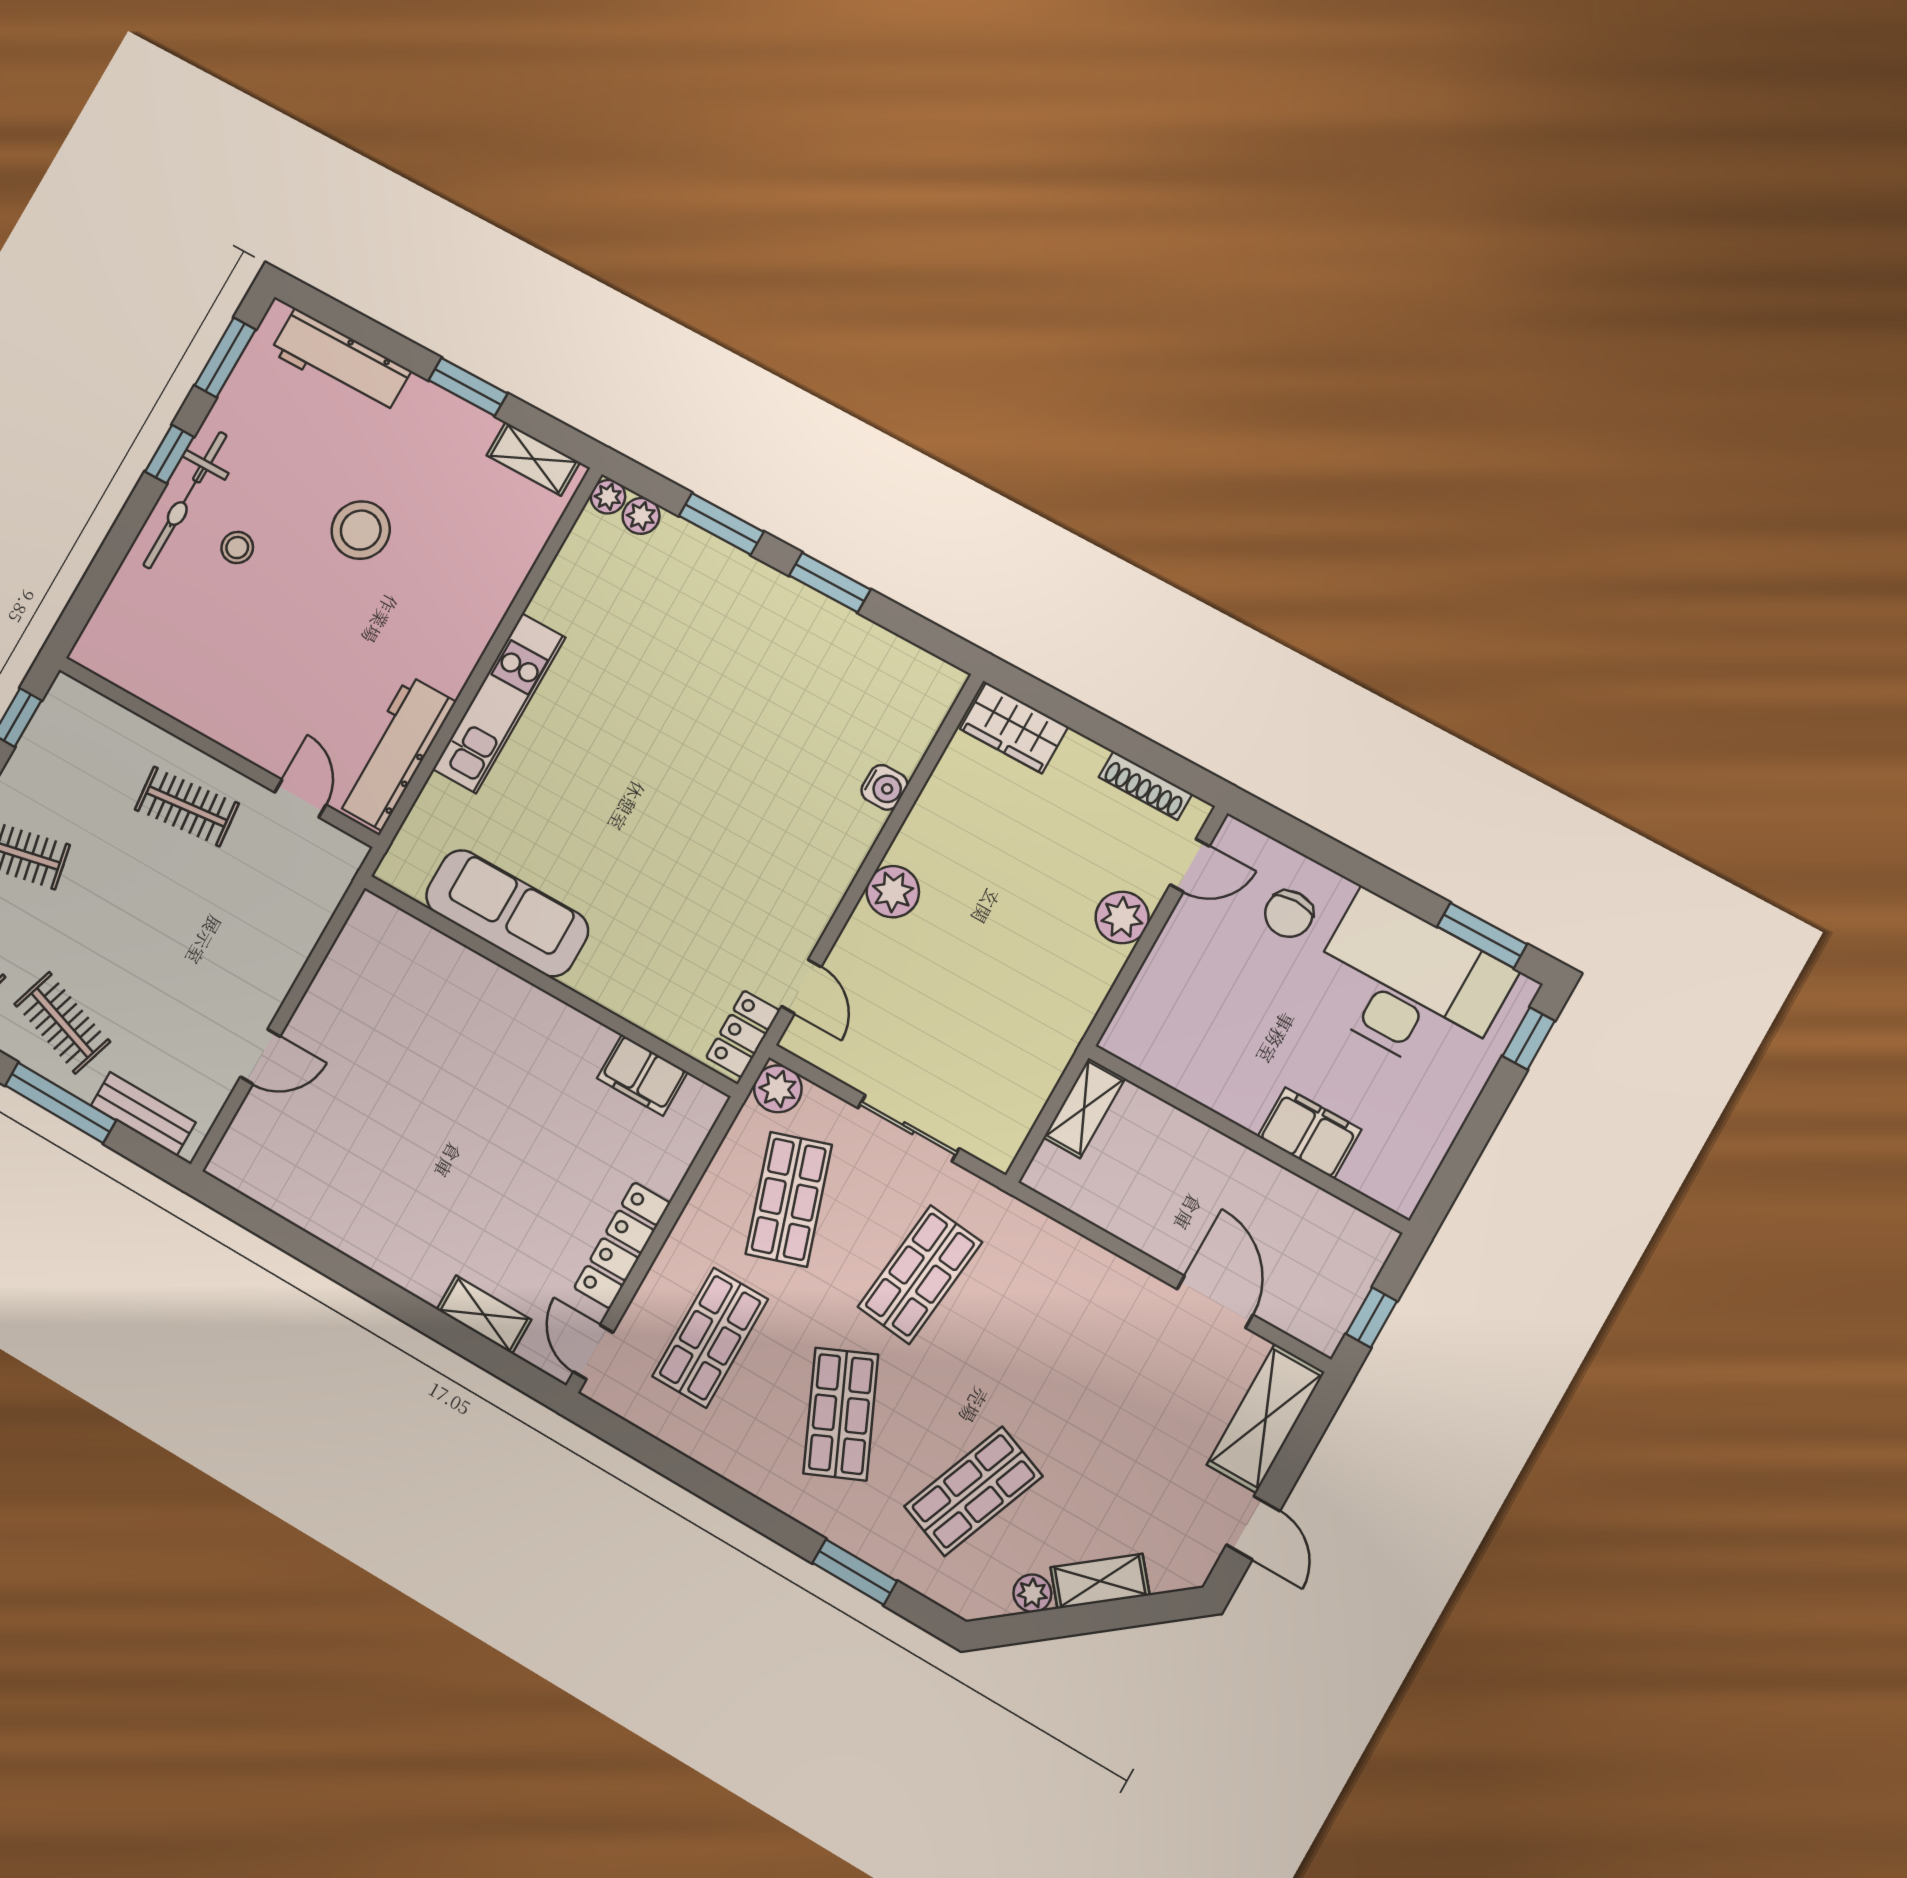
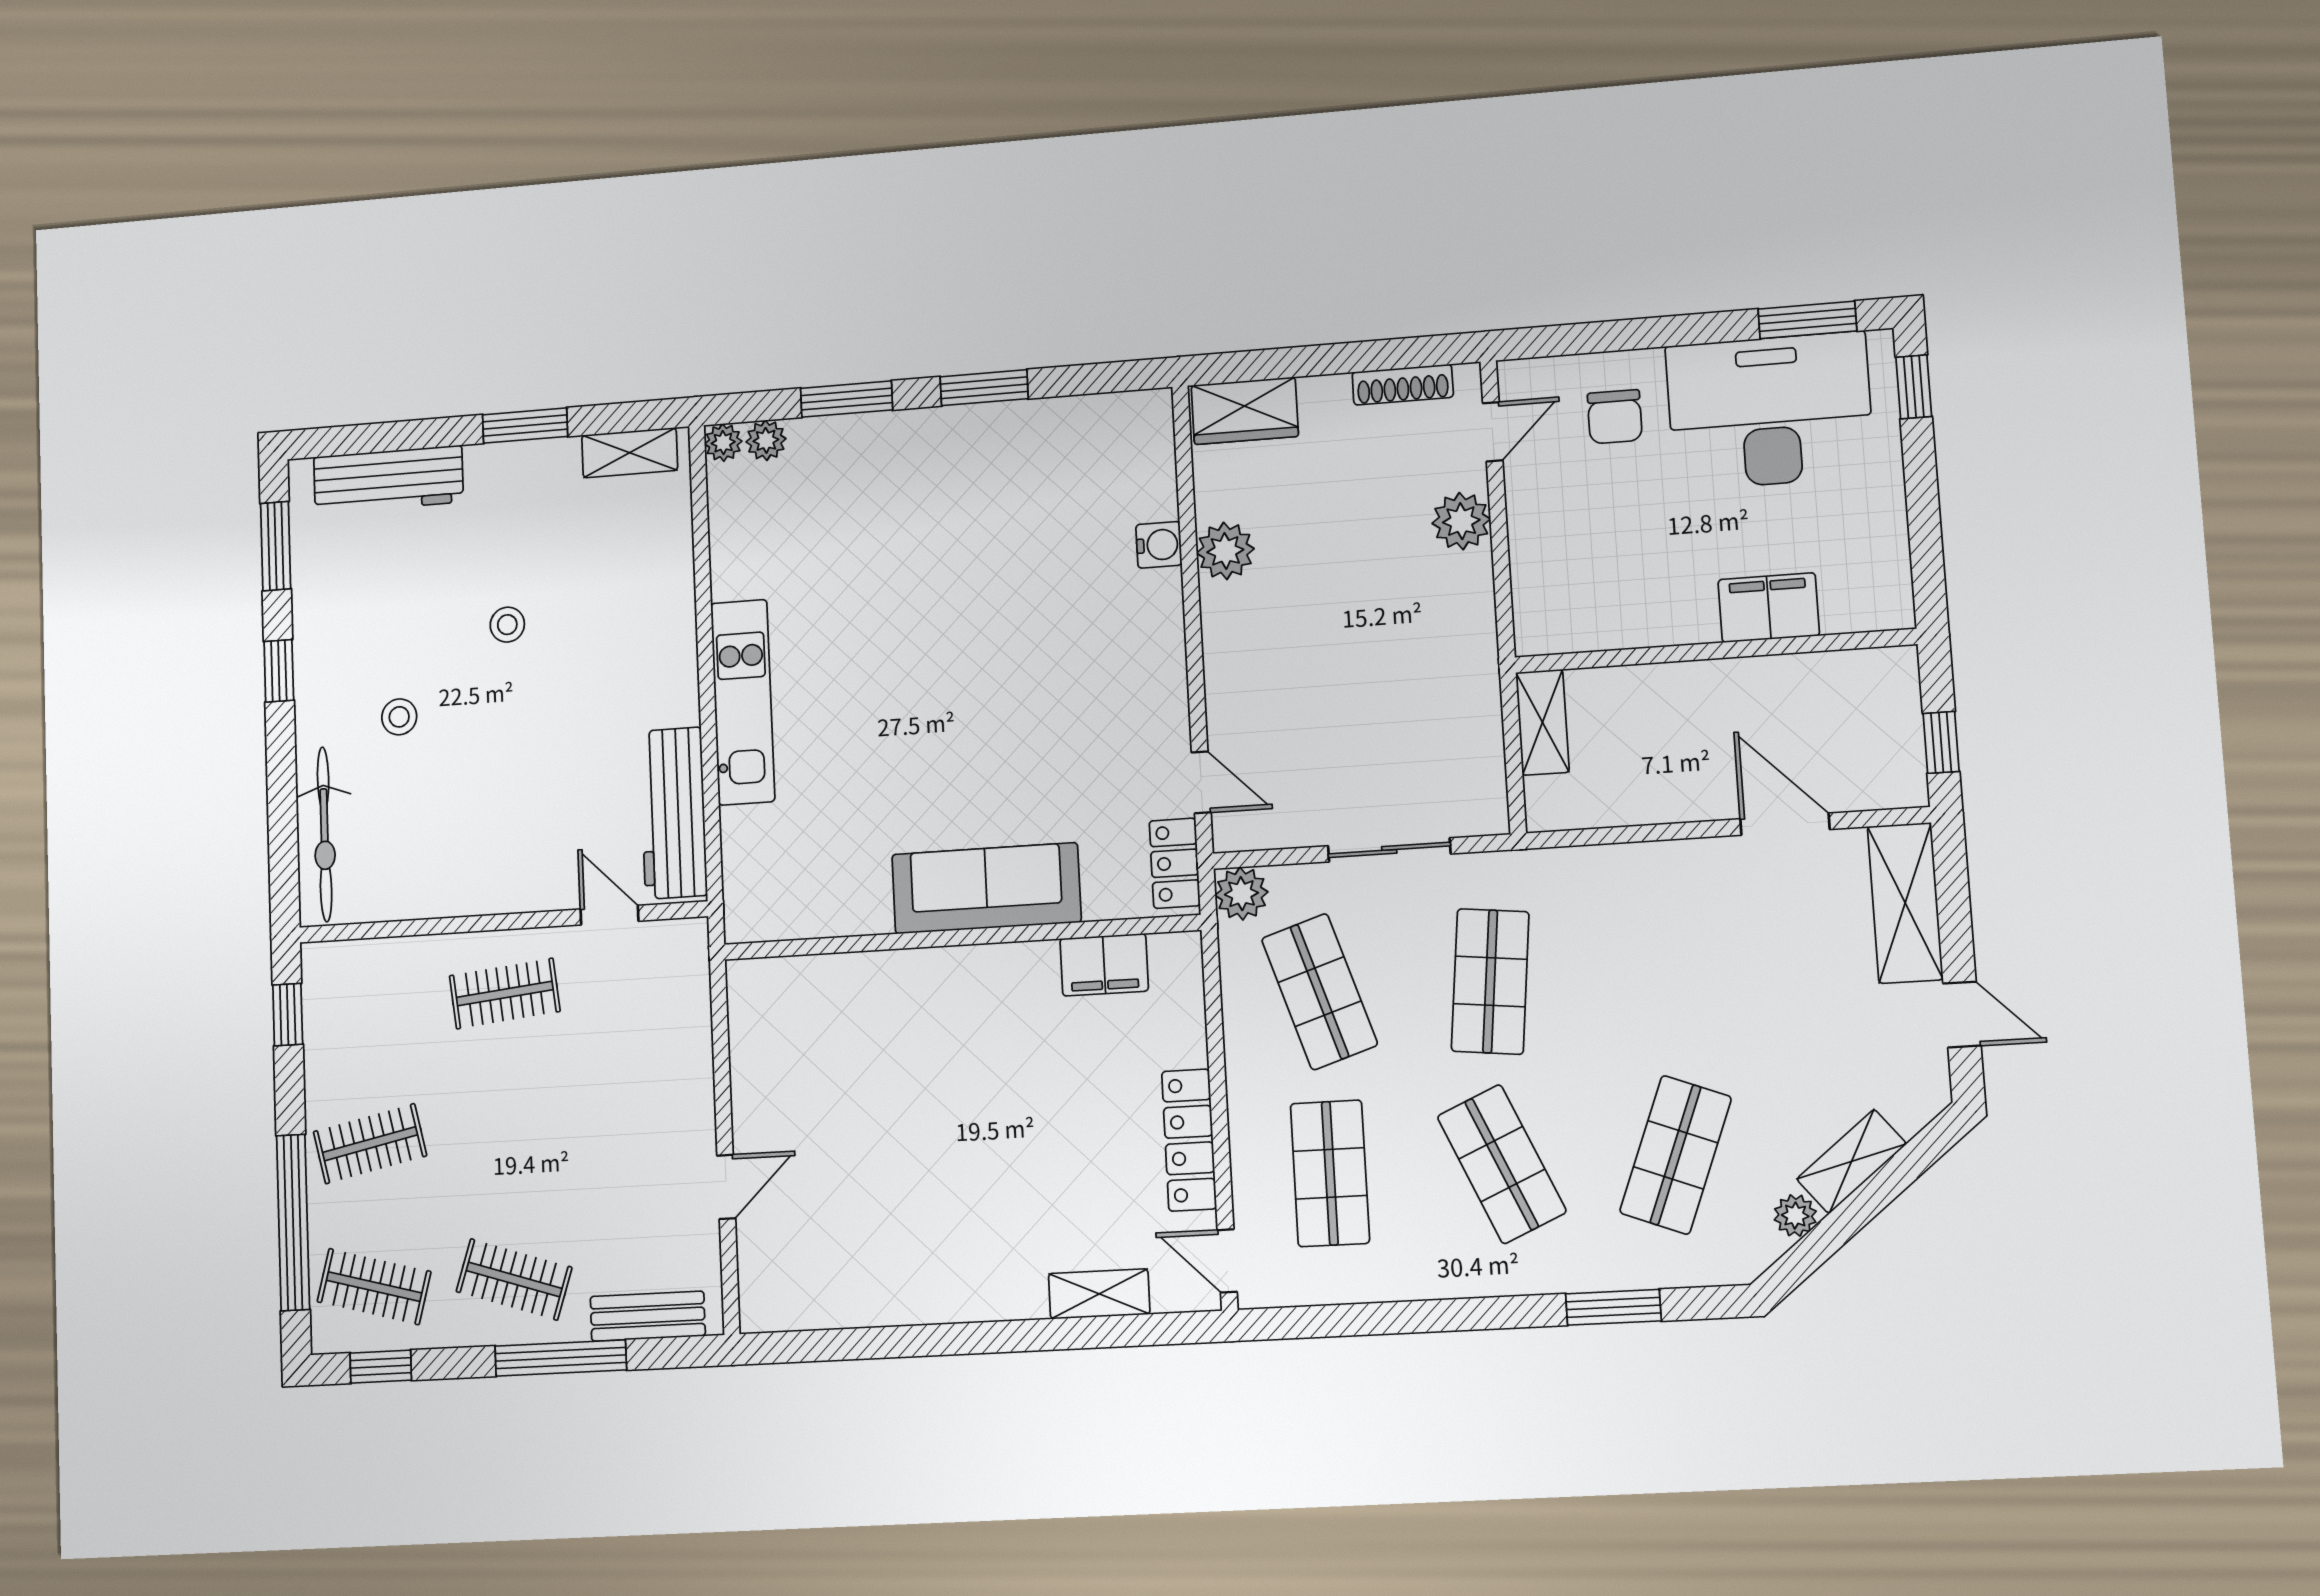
bicycle: (185, 500) -> (325, 834), moved
stool: (361, 530) -> (507, 625), width x0.53, depth x0.53
plant: (893, 892) -> (1225, 551), moved
sofa: (507, 913) -> (986, 888), moved

